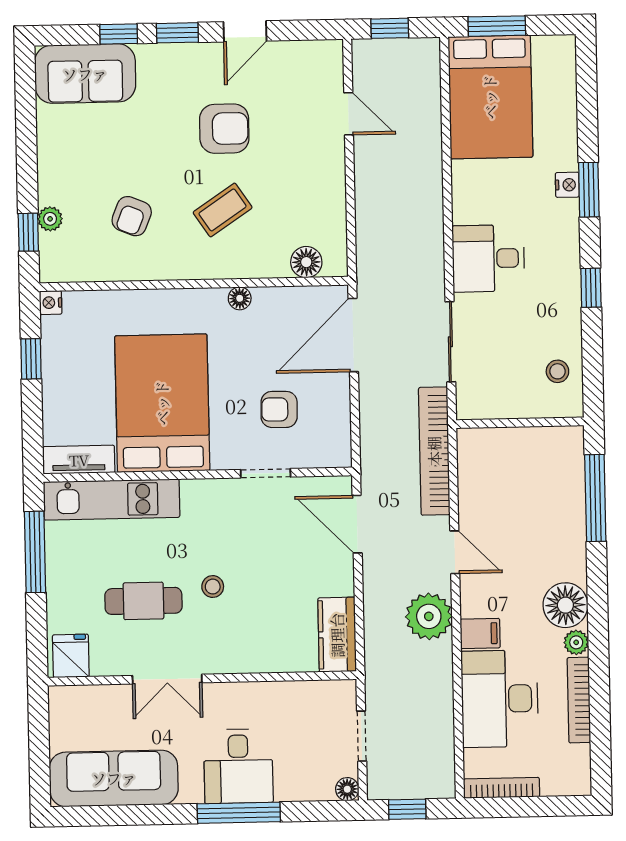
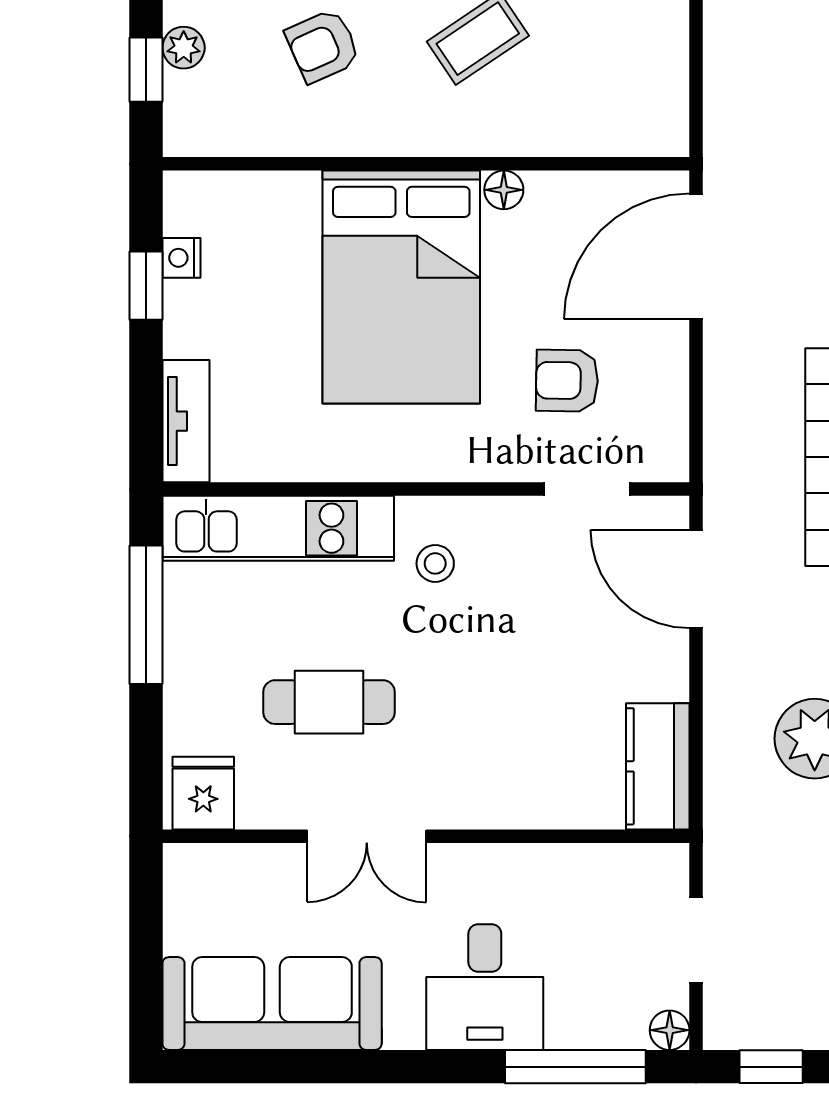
armchair: (132, 216) -> (323, 46), turned 44
floor lamp: (306, 262) -> (619, 130), removed
nightstand: (51, 303) -> (181, 258), moved
bed: (162, 403) -> (401, 287), moved, turned 180
tv unit: (79, 460) -> (186, 421), moved, turned 90
doorway: (266, 473) -> (587, 489), moved
stool: (213, 587) -> (435, 563), moved
window: (239, 813) -> (575, 1067), moved

